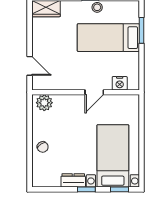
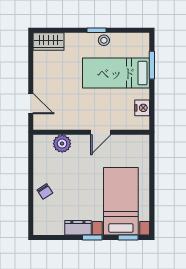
nightstand: (120, 83) -> (142, 108), moved, turned -90
plant: (44, 103) -> (62, 144), moved

